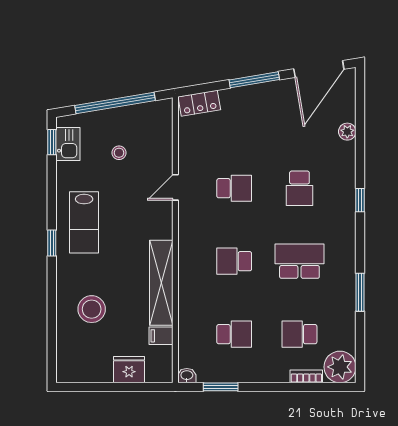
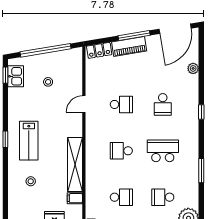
piano: (247, 97) -> (129, 47), added
lab bench: (84, 222) -> (29, 141), moved
stool: (92, 309) -> (31, 181), width x0.53, depth x0.53

